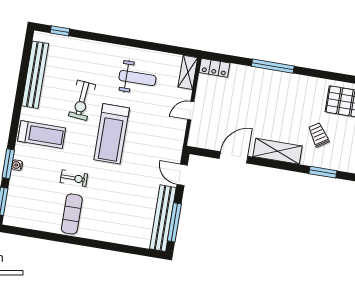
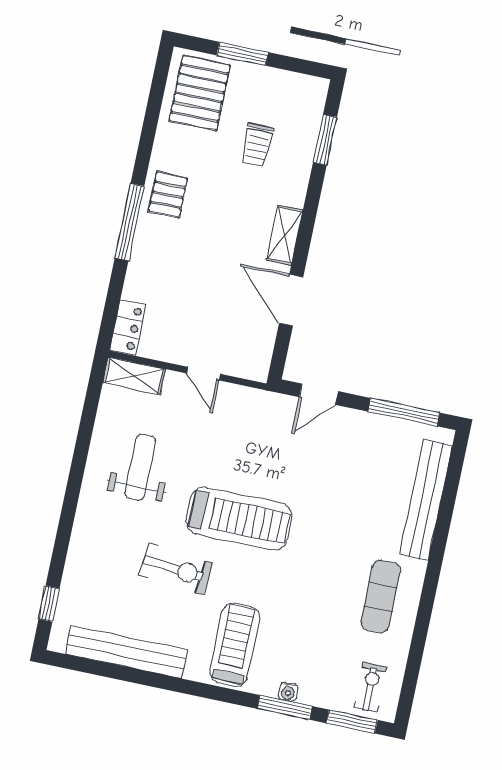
pallet: (289, 87) -> (168, 195), added
trolley: (319, 135) -> (257, 145), turned -57
shelving: (277, 151) -> (285, 235), width x0.67, depth x0.75
exercise bike: (74, 178) -> (370, 687), moved
exercise mat: (72, 214) -> (381, 597), turned 90
bench: (163, 218) -> (426, 500), moved, turned 90

